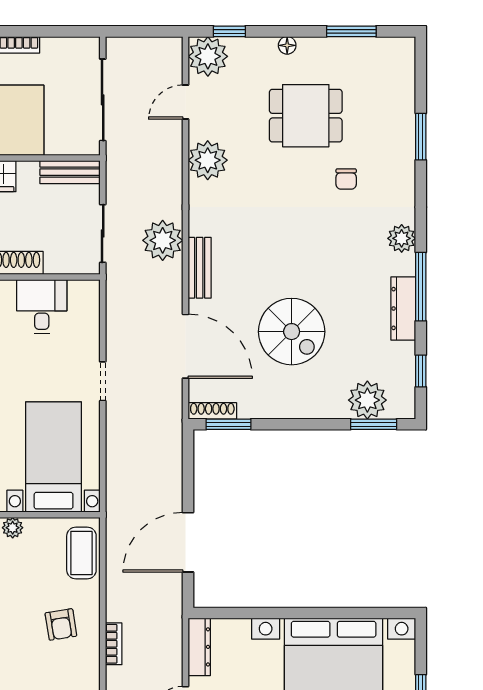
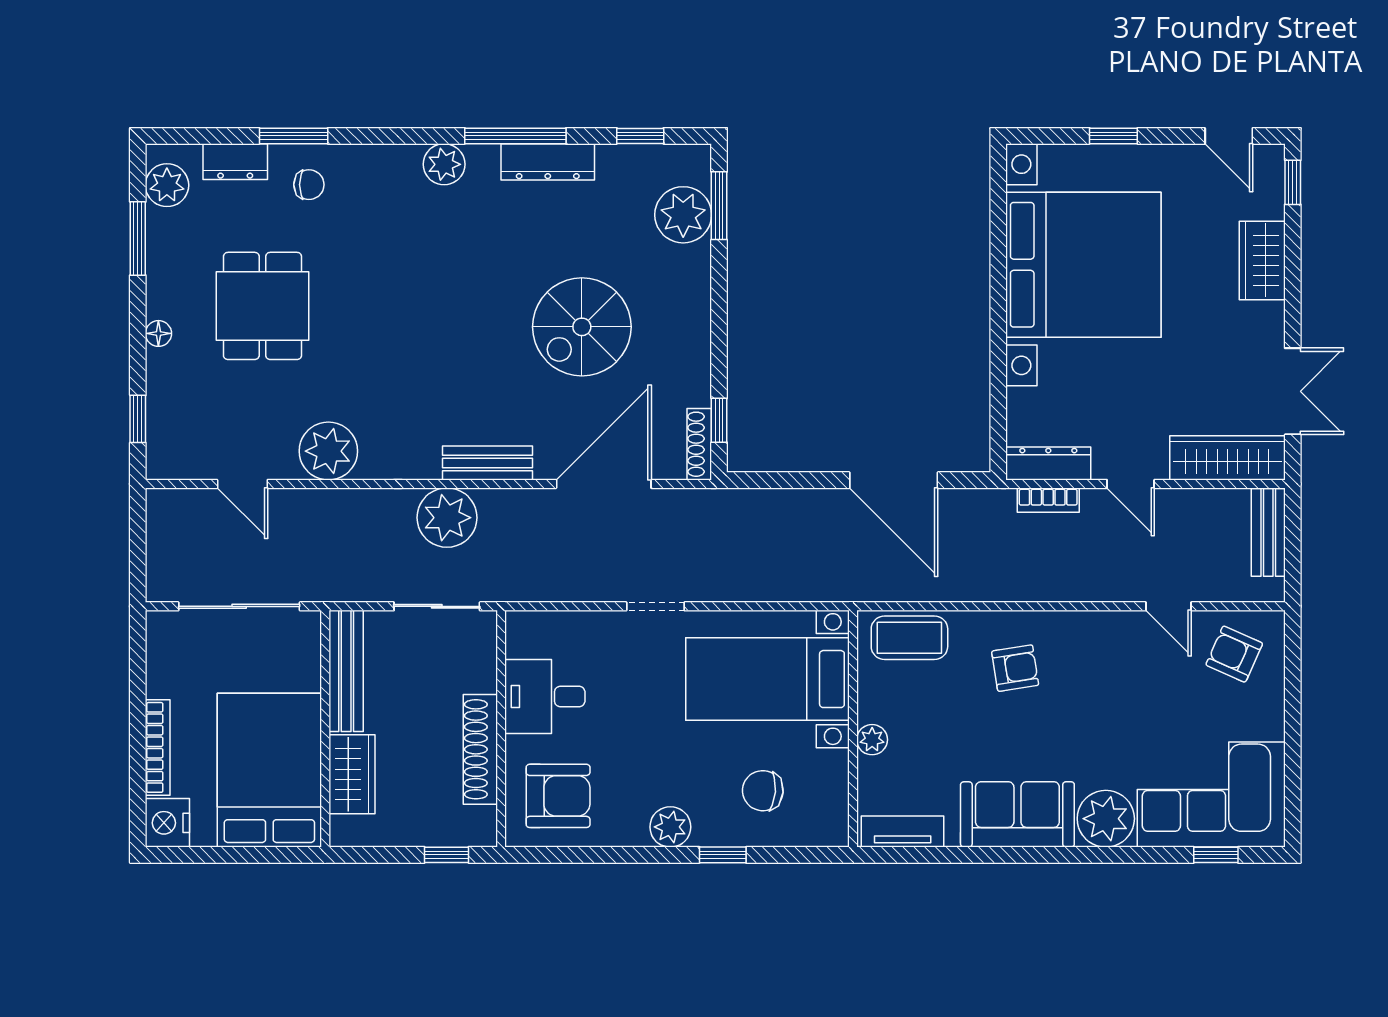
plant: (208, 56) -> (167, 185), moved, width x0.73, depth x0.73
dresser: (403, 97) -> (235, 162), added
bench: (70, 172) -> (346, 671), width x1.36
chair: (346, 179) -> (309, 185), moved
spiral stairs: (292, 332) -> (582, 327), turned 180
window: (228, 424) -> (719, 420), width x0.67
bookcase: (114, 644) -> (1048, 500), moved, turned 180

